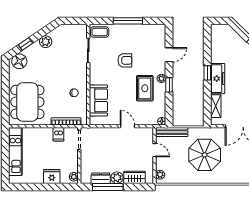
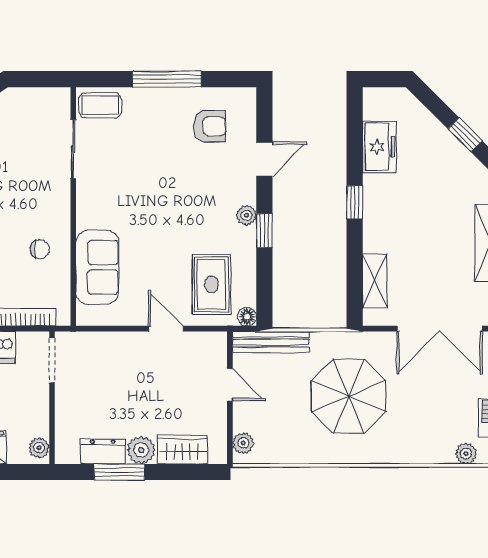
armchair: (125, 60) -> (210, 126), moved
freezer: (218, 79) -> (379, 147), moved, width x0.71
rug: (145, 88) -> (212, 284), moved
window: (108, 187) -> (119, 472), width x0.69

